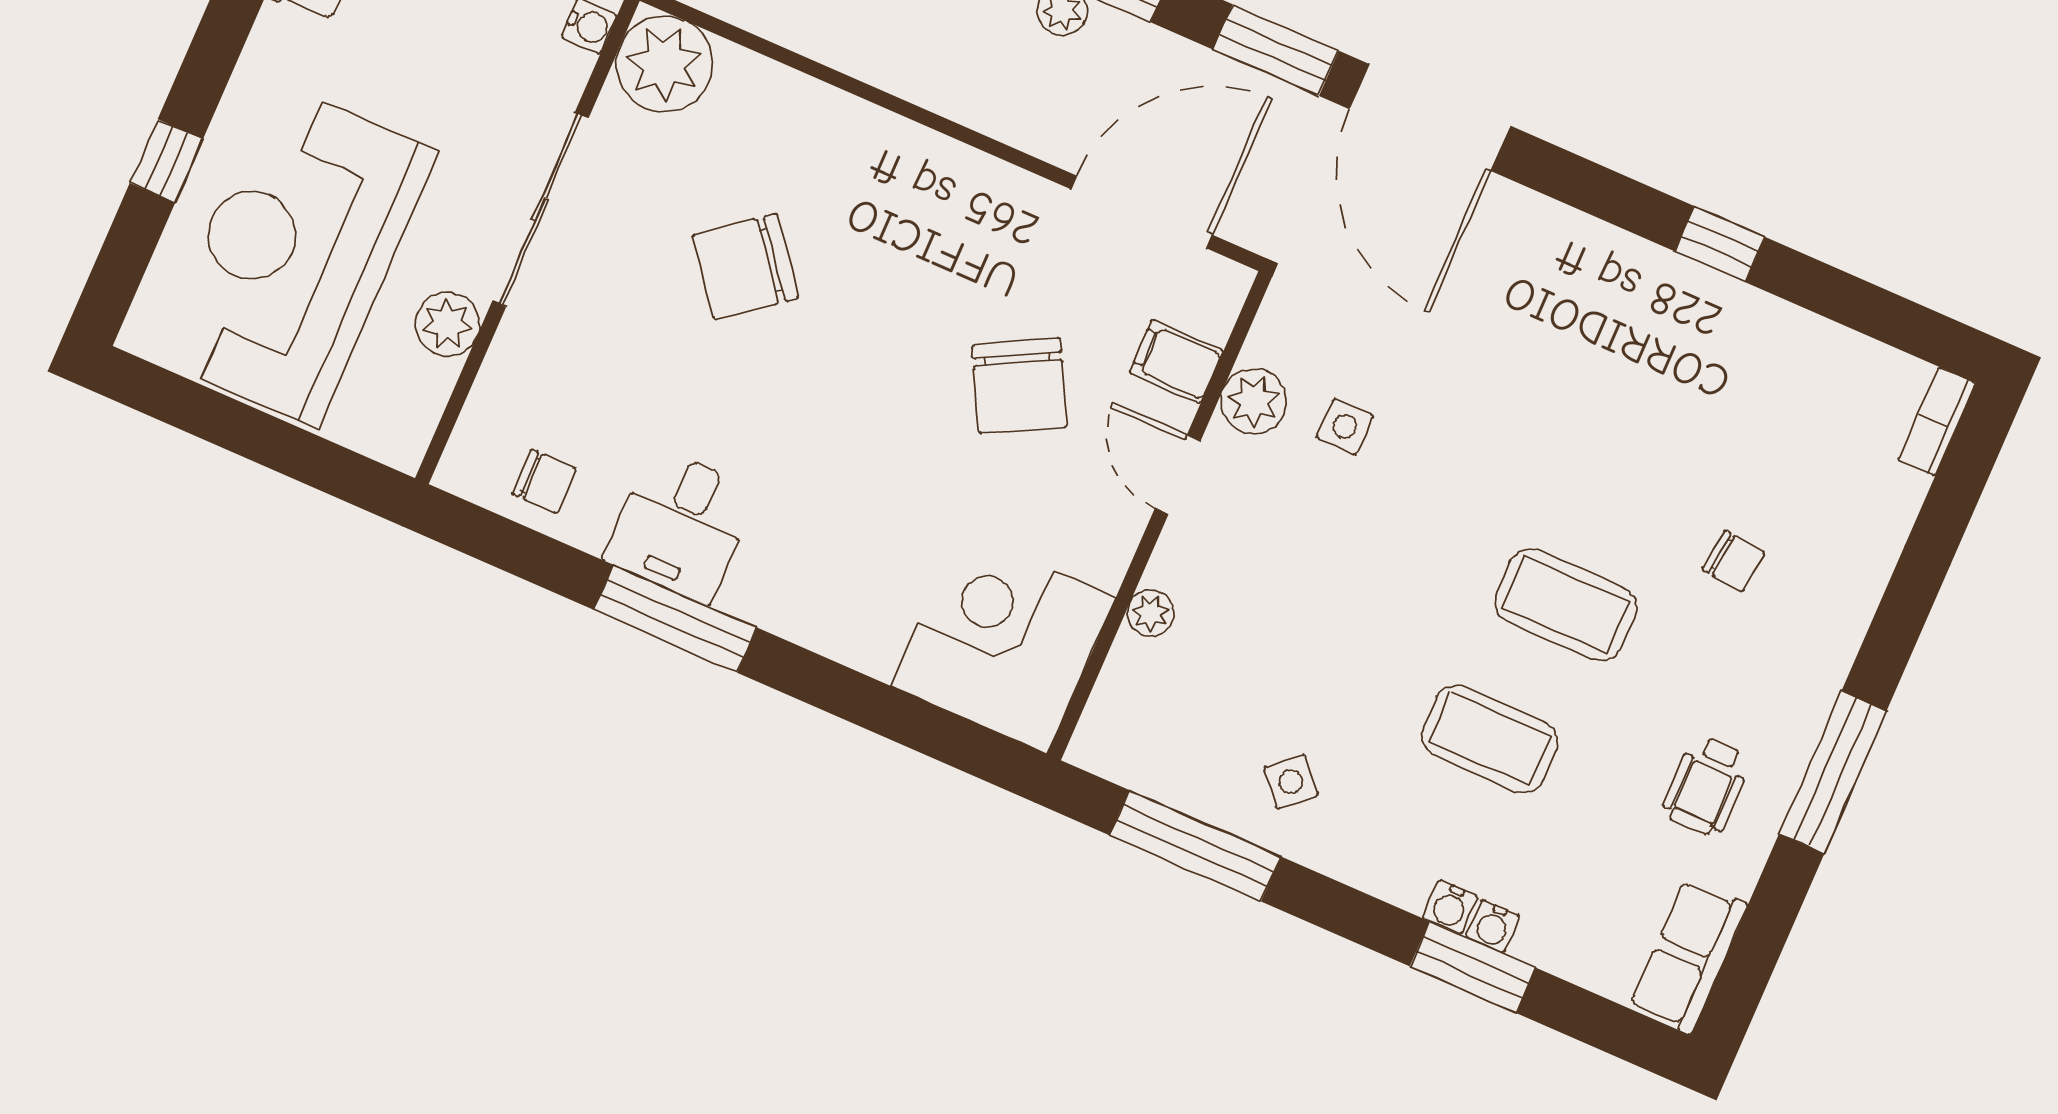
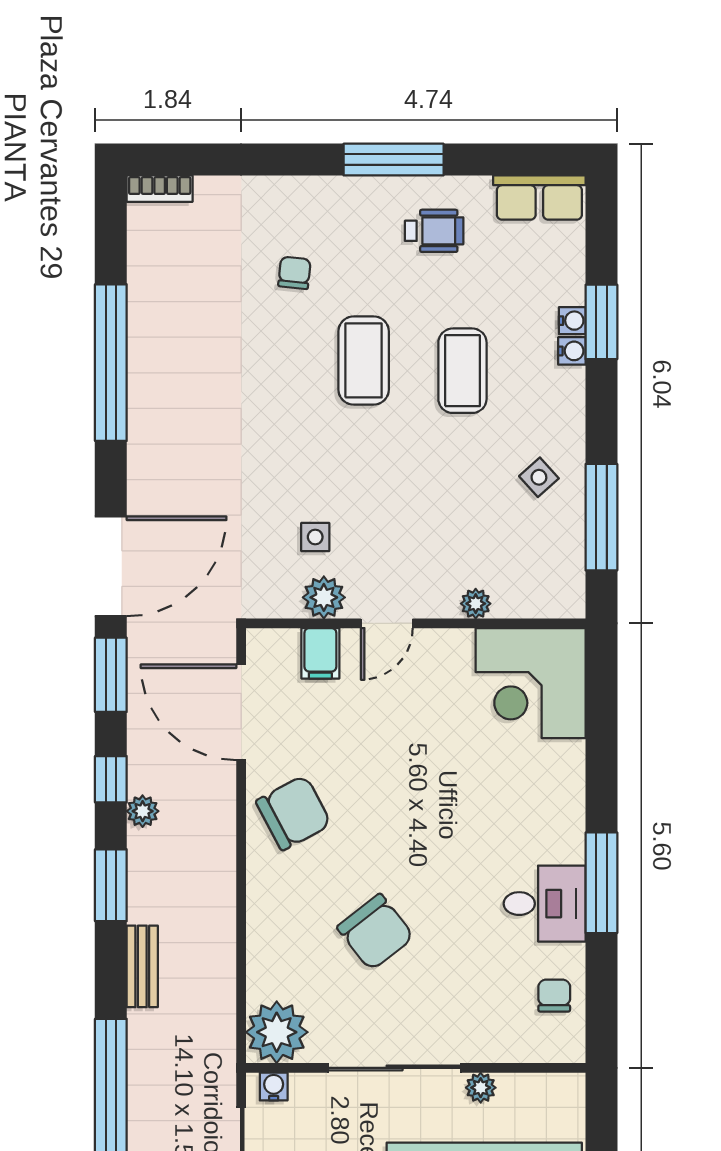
window: (1720, 244) -> (111, 363), width x3.17
plant: (447, 324) -> (481, 1088), width x0.73, depth x0.73
chair: (1019, 386) -> (294, 813), moved

